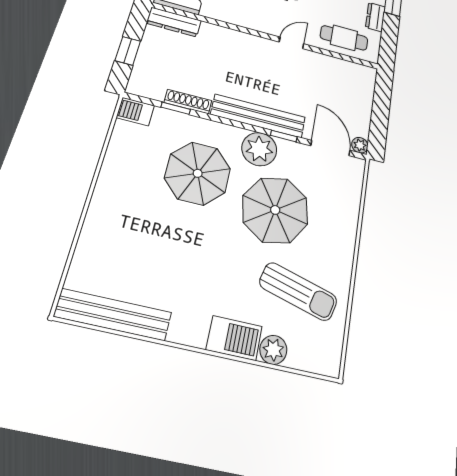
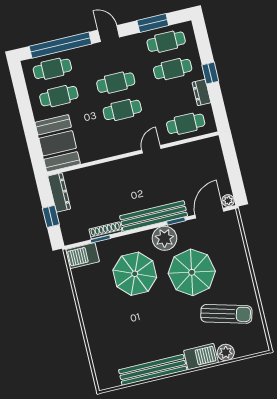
dresser: (174, 22) -> (59, 192), moved, turned -90
barbecue: (135, 112) -> (82, 256), width x1.38, depth x1.27
door: (330, 148) -> (209, 213), hinge flipped
bench: (113, 315) -> (153, 370), moved

